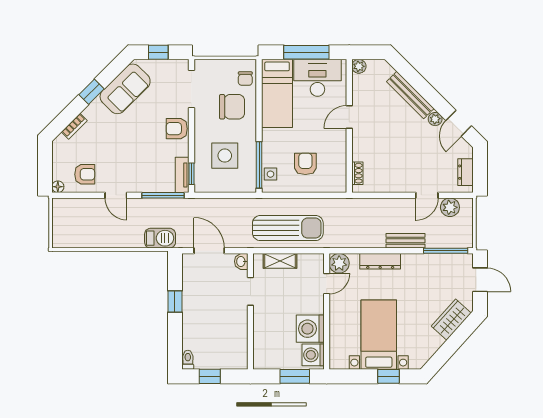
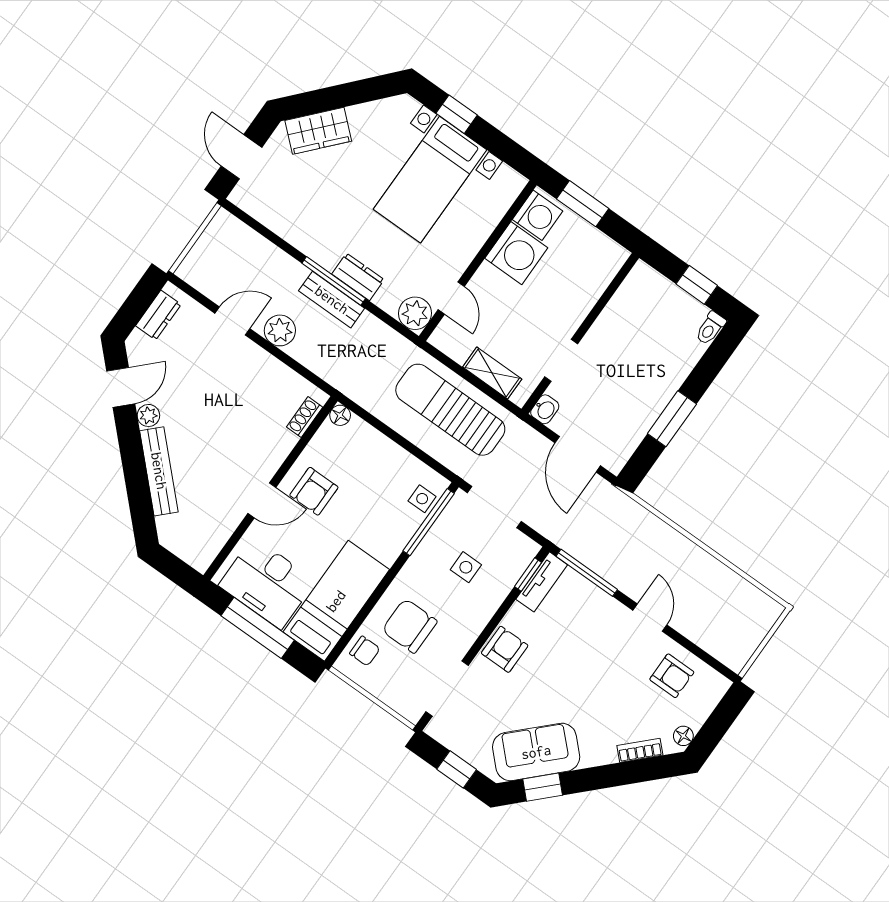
plant: (359, 66) -> (201, 559), removed
chair: (245, 79) -> (365, 651), turned 90
window: (92, 92) -> (543, 787), moved
armchair: (177, 129) -> (505, 649), turned -90
side table: (225, 156) -> (466, 567), width x0.54, depth x0.54
armchair: (305, 164) -> (314, 491), moved
armchair: (85, 174) -> (672, 676), turned 180
floor lamp: (340, 186) -> (340, 415), added
floor lamp: (58, 187) -> (683, 736), moved
doorway: (232, 195) -> (494, 507), added
plant: (450, 207) -> (280, 330), moved
barbecue: (160, 238) -> (632, 518), removed
bench: (405, 241) -> (332, 300), moved
window: (446, 251) -> (334, 281), moved
dresser: (380, 261) -> (358, 277), width x0.70
door: (327, 284) -> (451, 298), swing flipped
window: (175, 301) -> (672, 419), width x1.50

